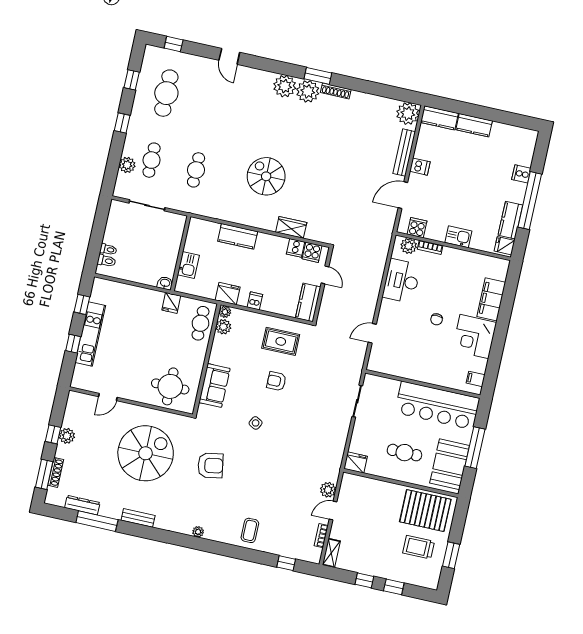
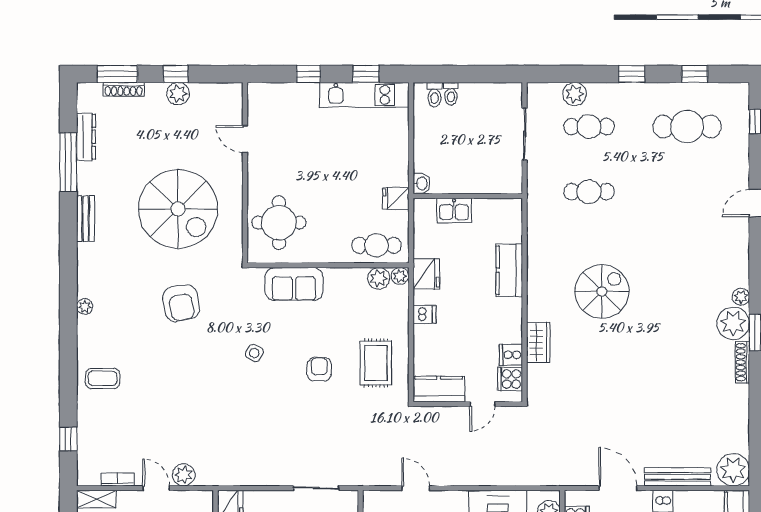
plant: (285, 86) -> (741, 297), width x0.53, depth x0.53
kitchen unit: (90, 334) -> (364, 95), moved

